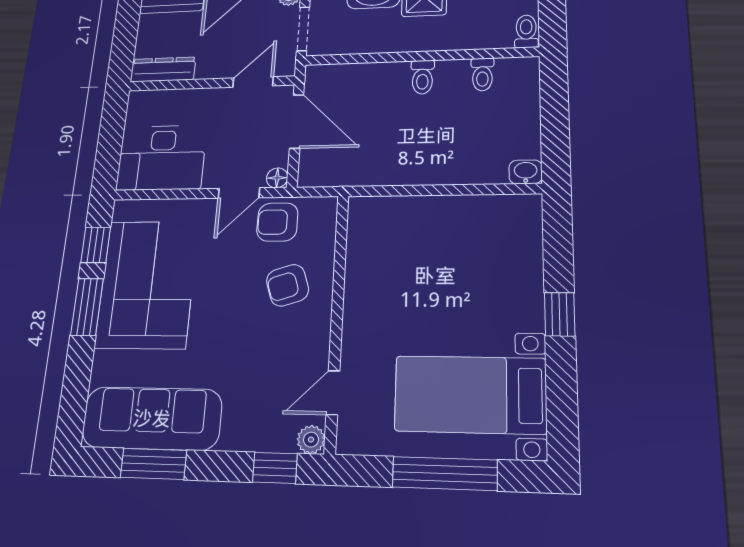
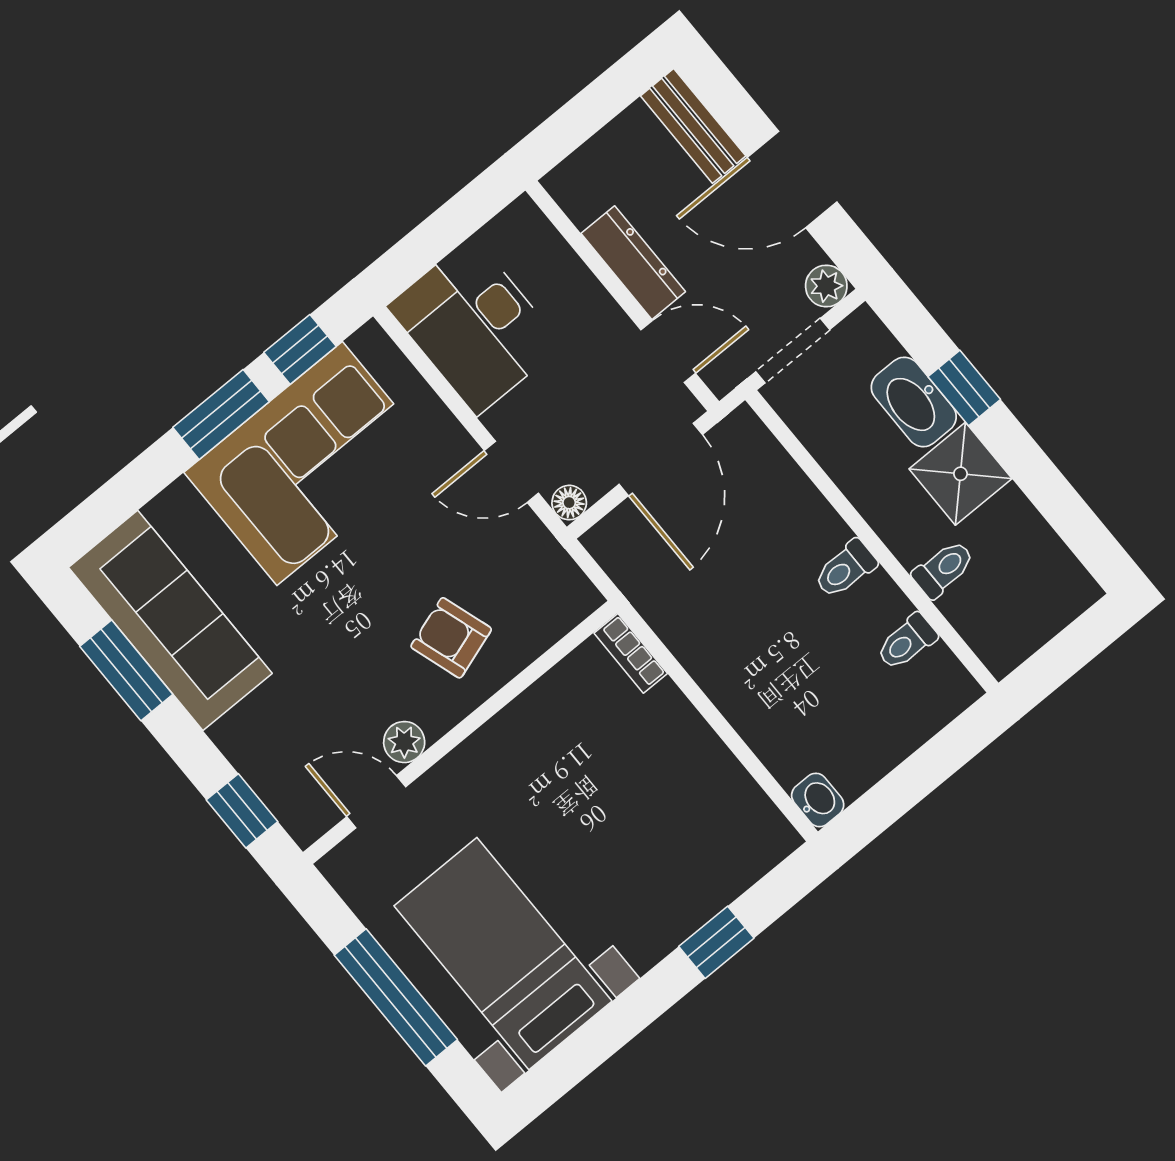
toilet: (526, 31) -> (943, 569), moved
dresser: (163, 69) -> (633, 263), moved
bookcase: (373, 205) -> (631, 653), added
armchair: (277, 222) -> (515, 555), removed
window: (560, 314) -> (716, 942), moved
plant: (311, 440) -> (404, 742), moved

